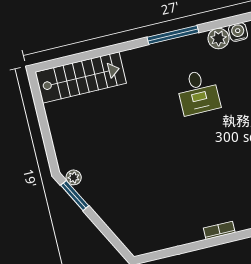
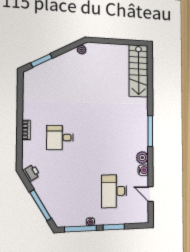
desk: (198, 92) -> (60, 138), moved
window: (75, 196) -> (42, 60), moved

